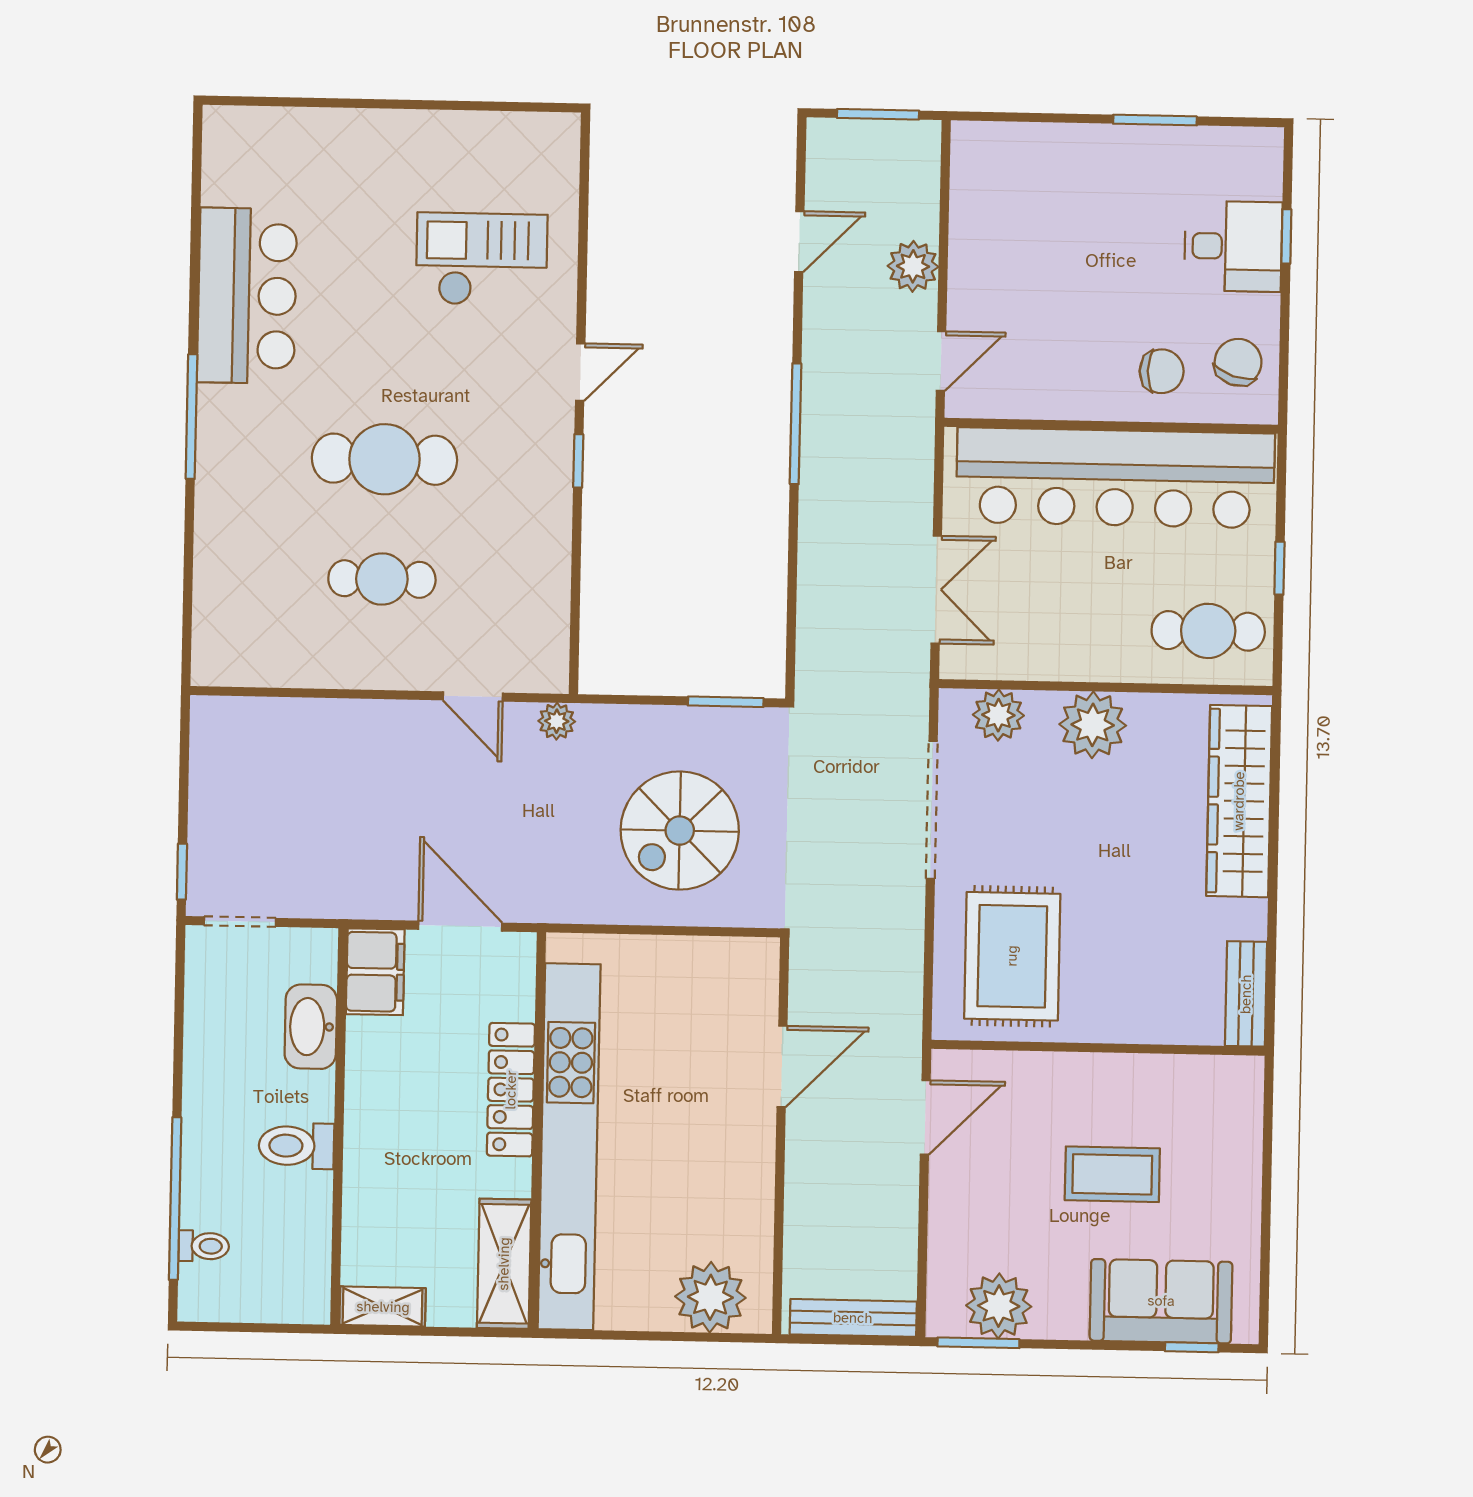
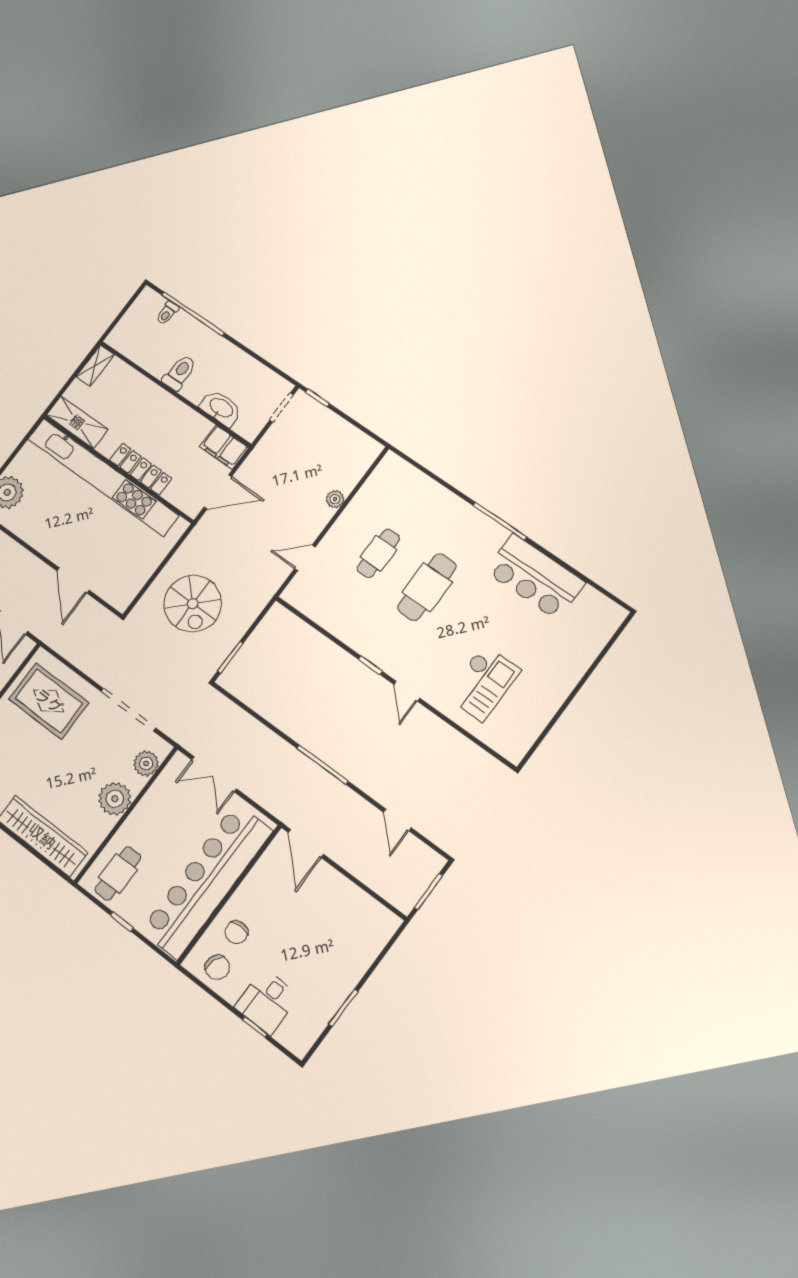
plant: (913, 266) -> (354, 860), removed
door: (941, 361) -> (306, 843), width x1.38
plant: (557, 721) -> (335, 499), moved
spiral stairs: (680, 831) -> (193, 604), turned 180

